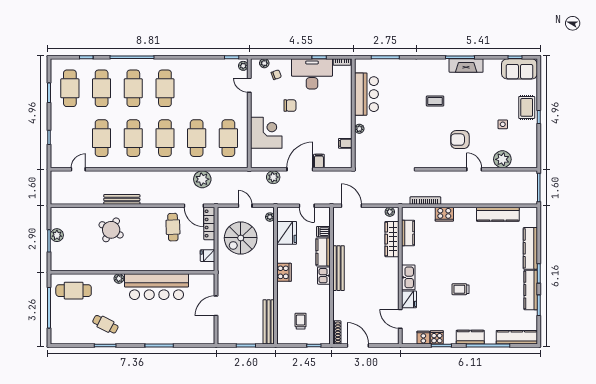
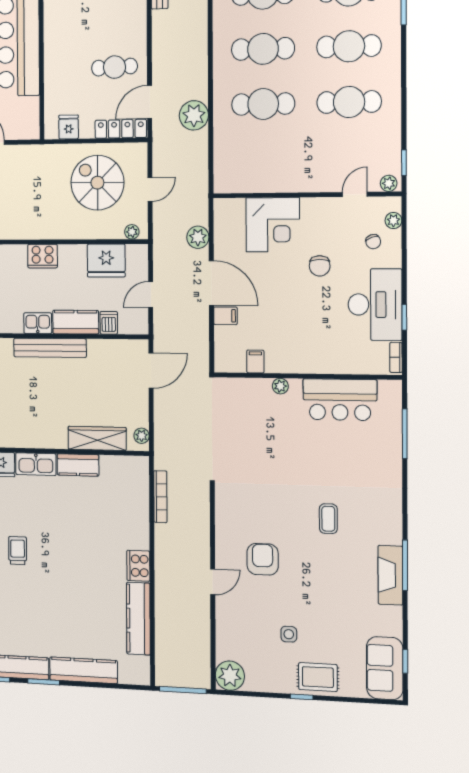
cafe table: (228, 138) -> (349, 102), moved
plant: (502, 159) -> (230, 676), moved
cooker: (444, 214) -> (138, 566), moved
kitchen counter: (408, 233) -> (78, 465), moved

